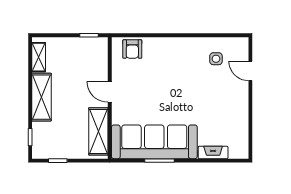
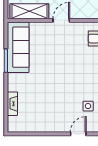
sofa: (154, 142) -> (18, 47), width x0.74, depth x0.79

